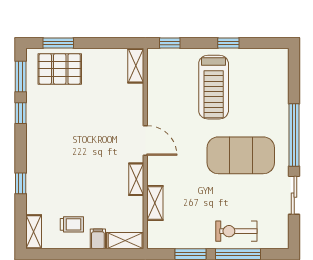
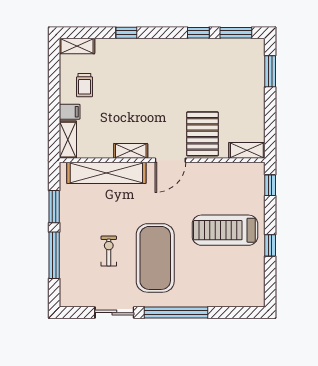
pallet: (60, 69) -> (202, 134), moved
shelving: (155, 203) -> (106, 173), width x2.20, depth x1.33
exercise bike: (236, 231) -> (109, 251), moved, width x0.73, depth x0.72

